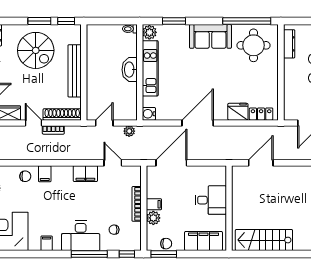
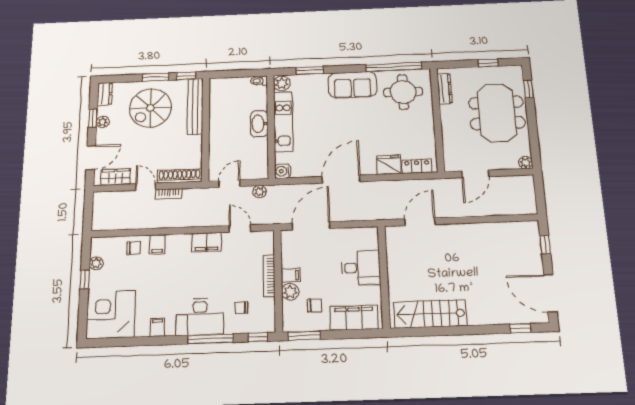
spiral stairs: (36, 50) -> (150, 108), turned 90
bench: (75, 71) -> (195, 106), moved
chair: (166, 244) -> (314, 305), moved

